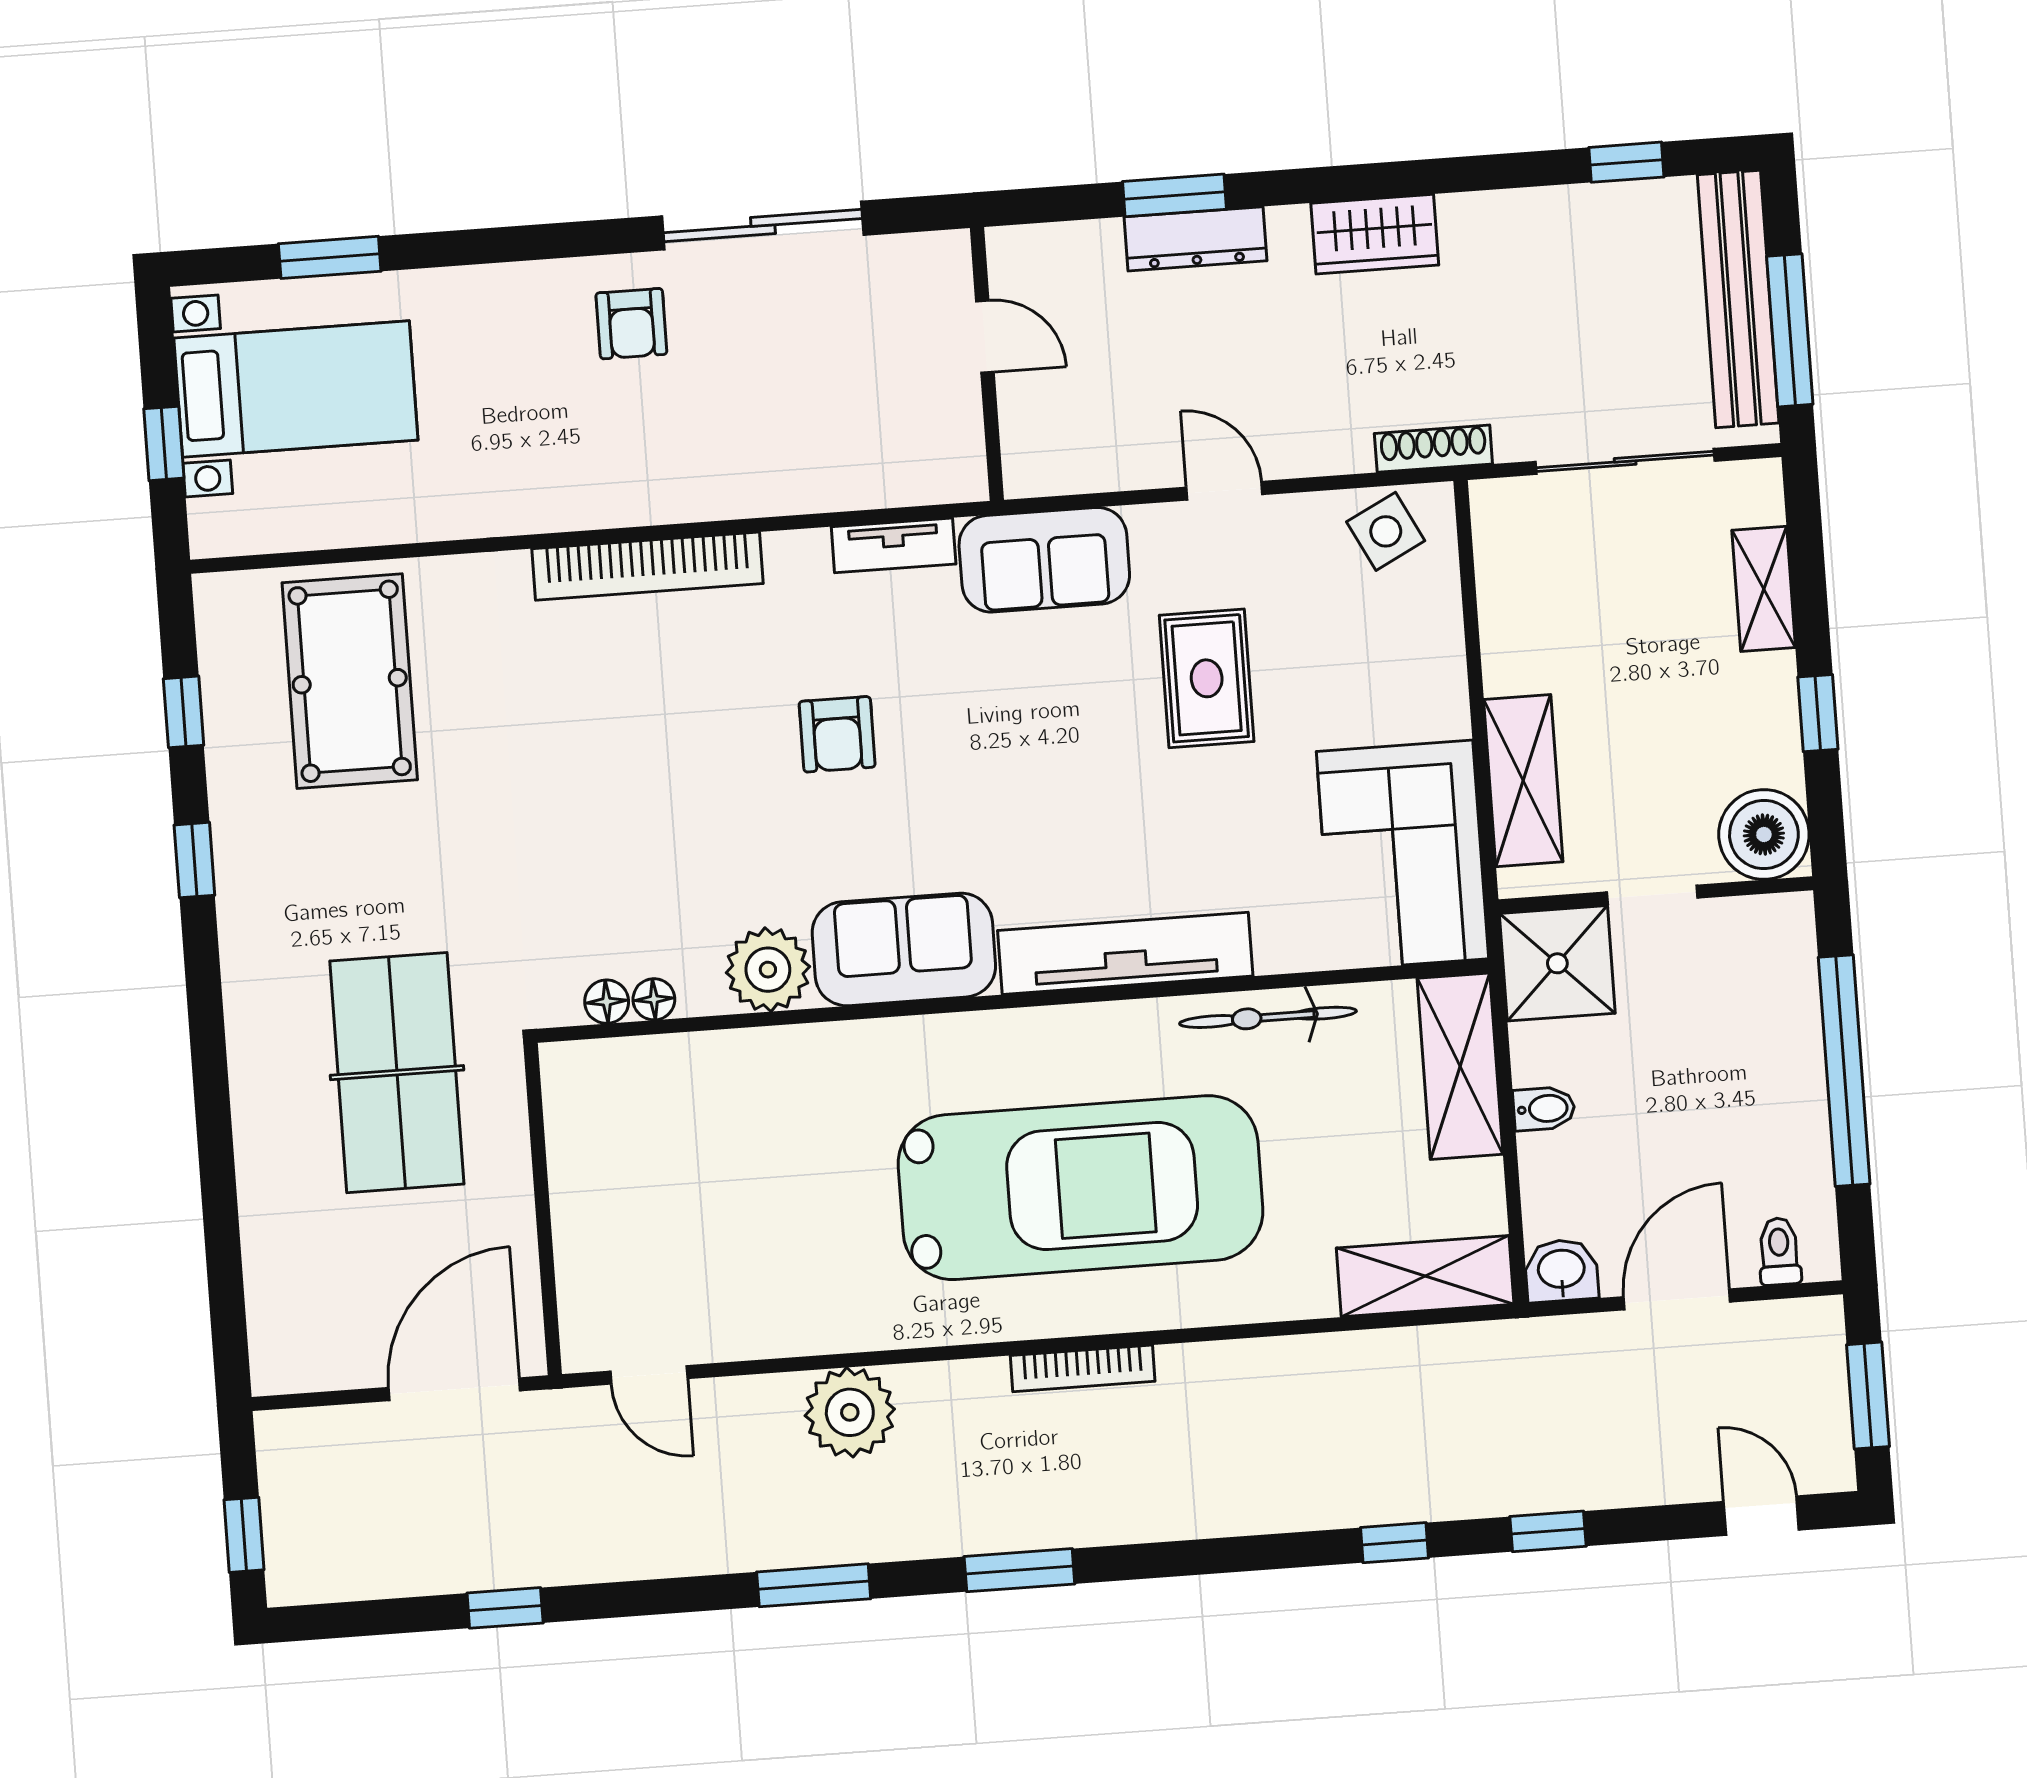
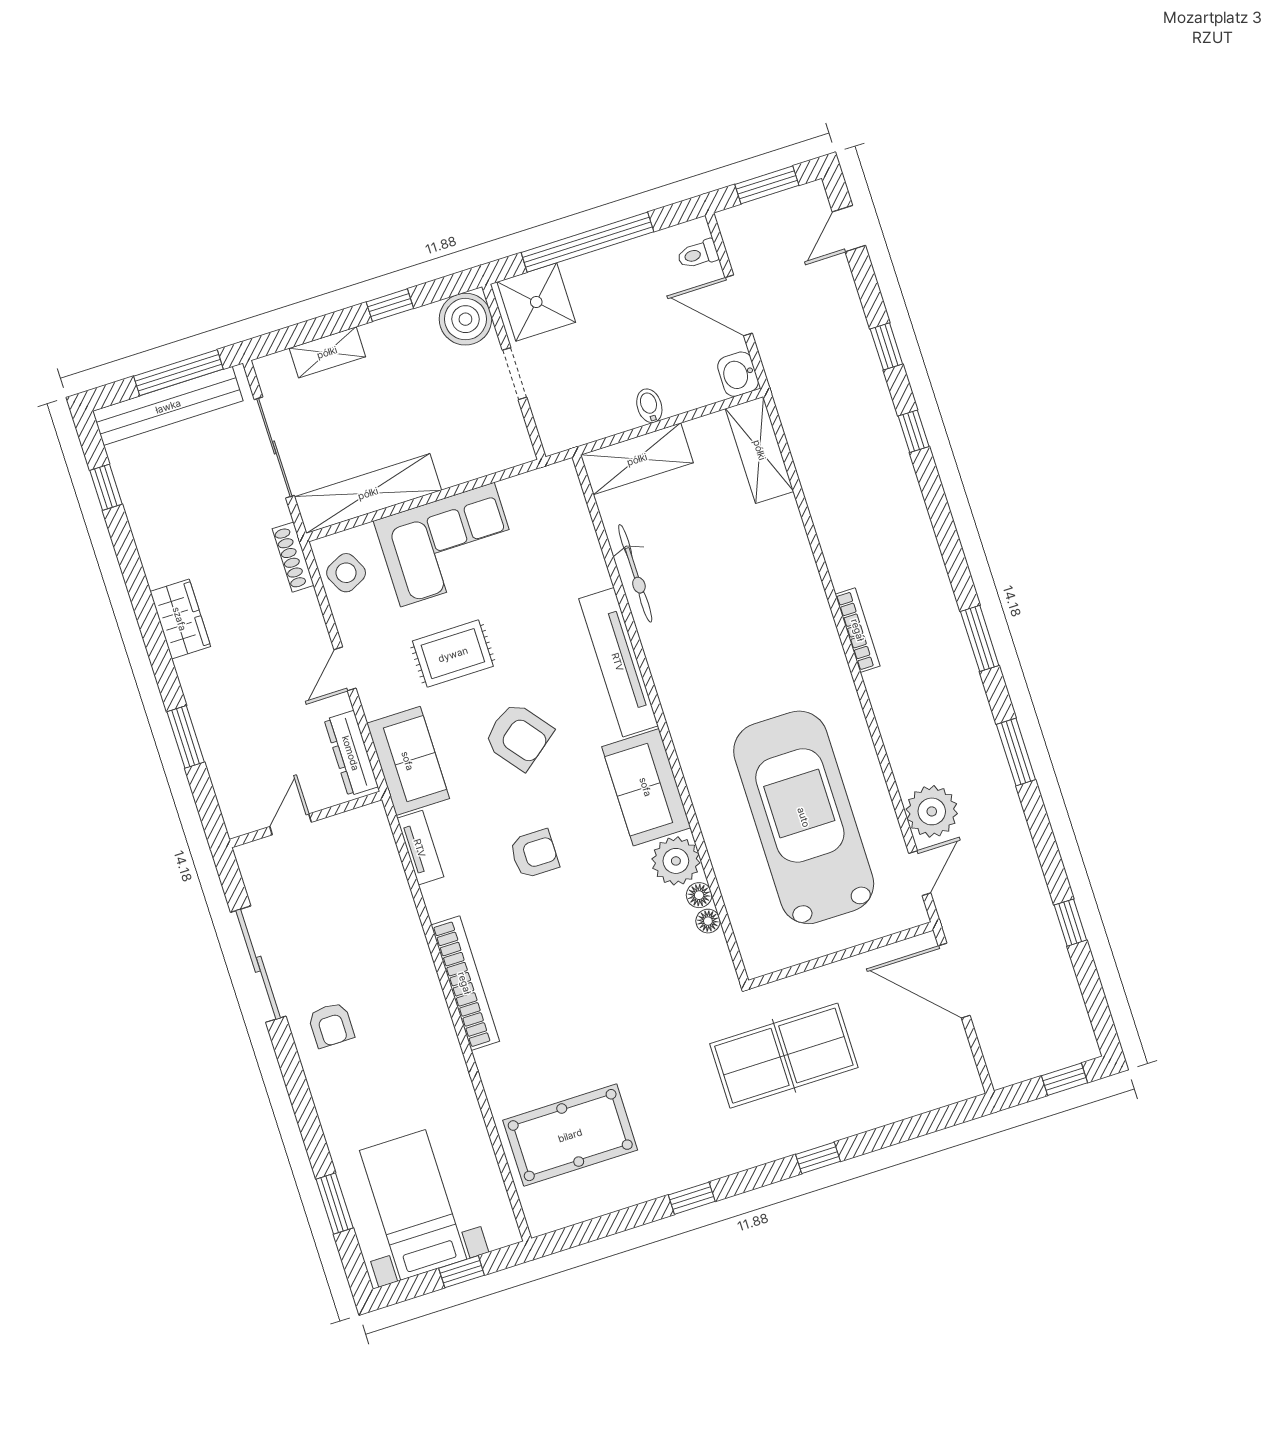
dresser: (1195, 239) -> (351, 753), moved, turned 180
armchair: (631, 324) -> (331, 1025), turned 90
window: (184, 712) -> (818, 1158), moved
armchair: (1041, 755) -> (518, 736), added
shelving: (1523, 781) -> (368, 493), moved, width x1.47
corner sofa: (1402, 855) -> (447, 545), moved
shower: (1557, 963) -> (536, 302), moved
floor lamp: (607, 1002) -> (699, 895), moved
car: (1081, 1188) -> (804, 817), moved
plant: (850, 1412) -> (932, 811), moved

